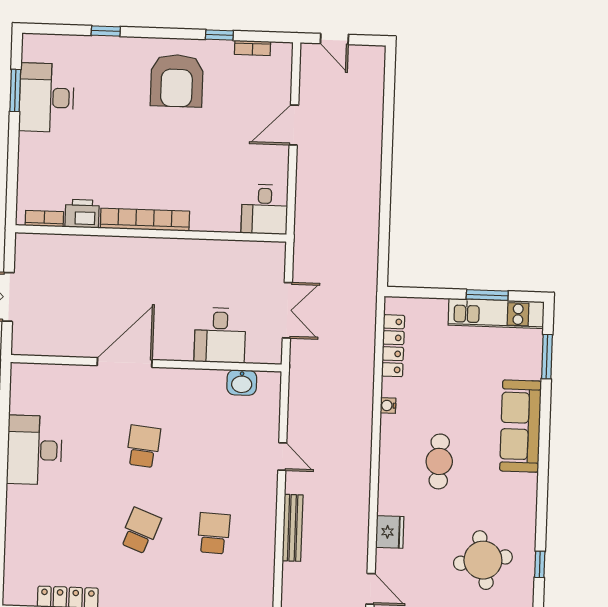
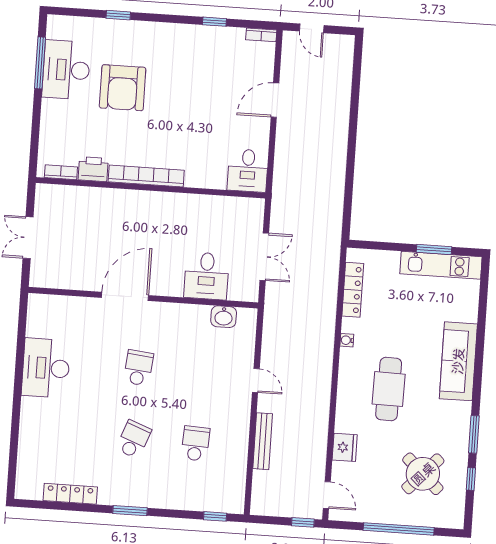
bookcase: (253, 48) -> (261, 35), moved
armchair: (177, 81) -> (123, 88), moved
window: (15, 90) -> (40, 63), width x1.44
window: (547, 357) -> (474, 434), moved
cafe table: (439, 461) -> (389, 389), width x1.37, depth x1.35
round table: (483, 560) -> (423, 474), turned -37

